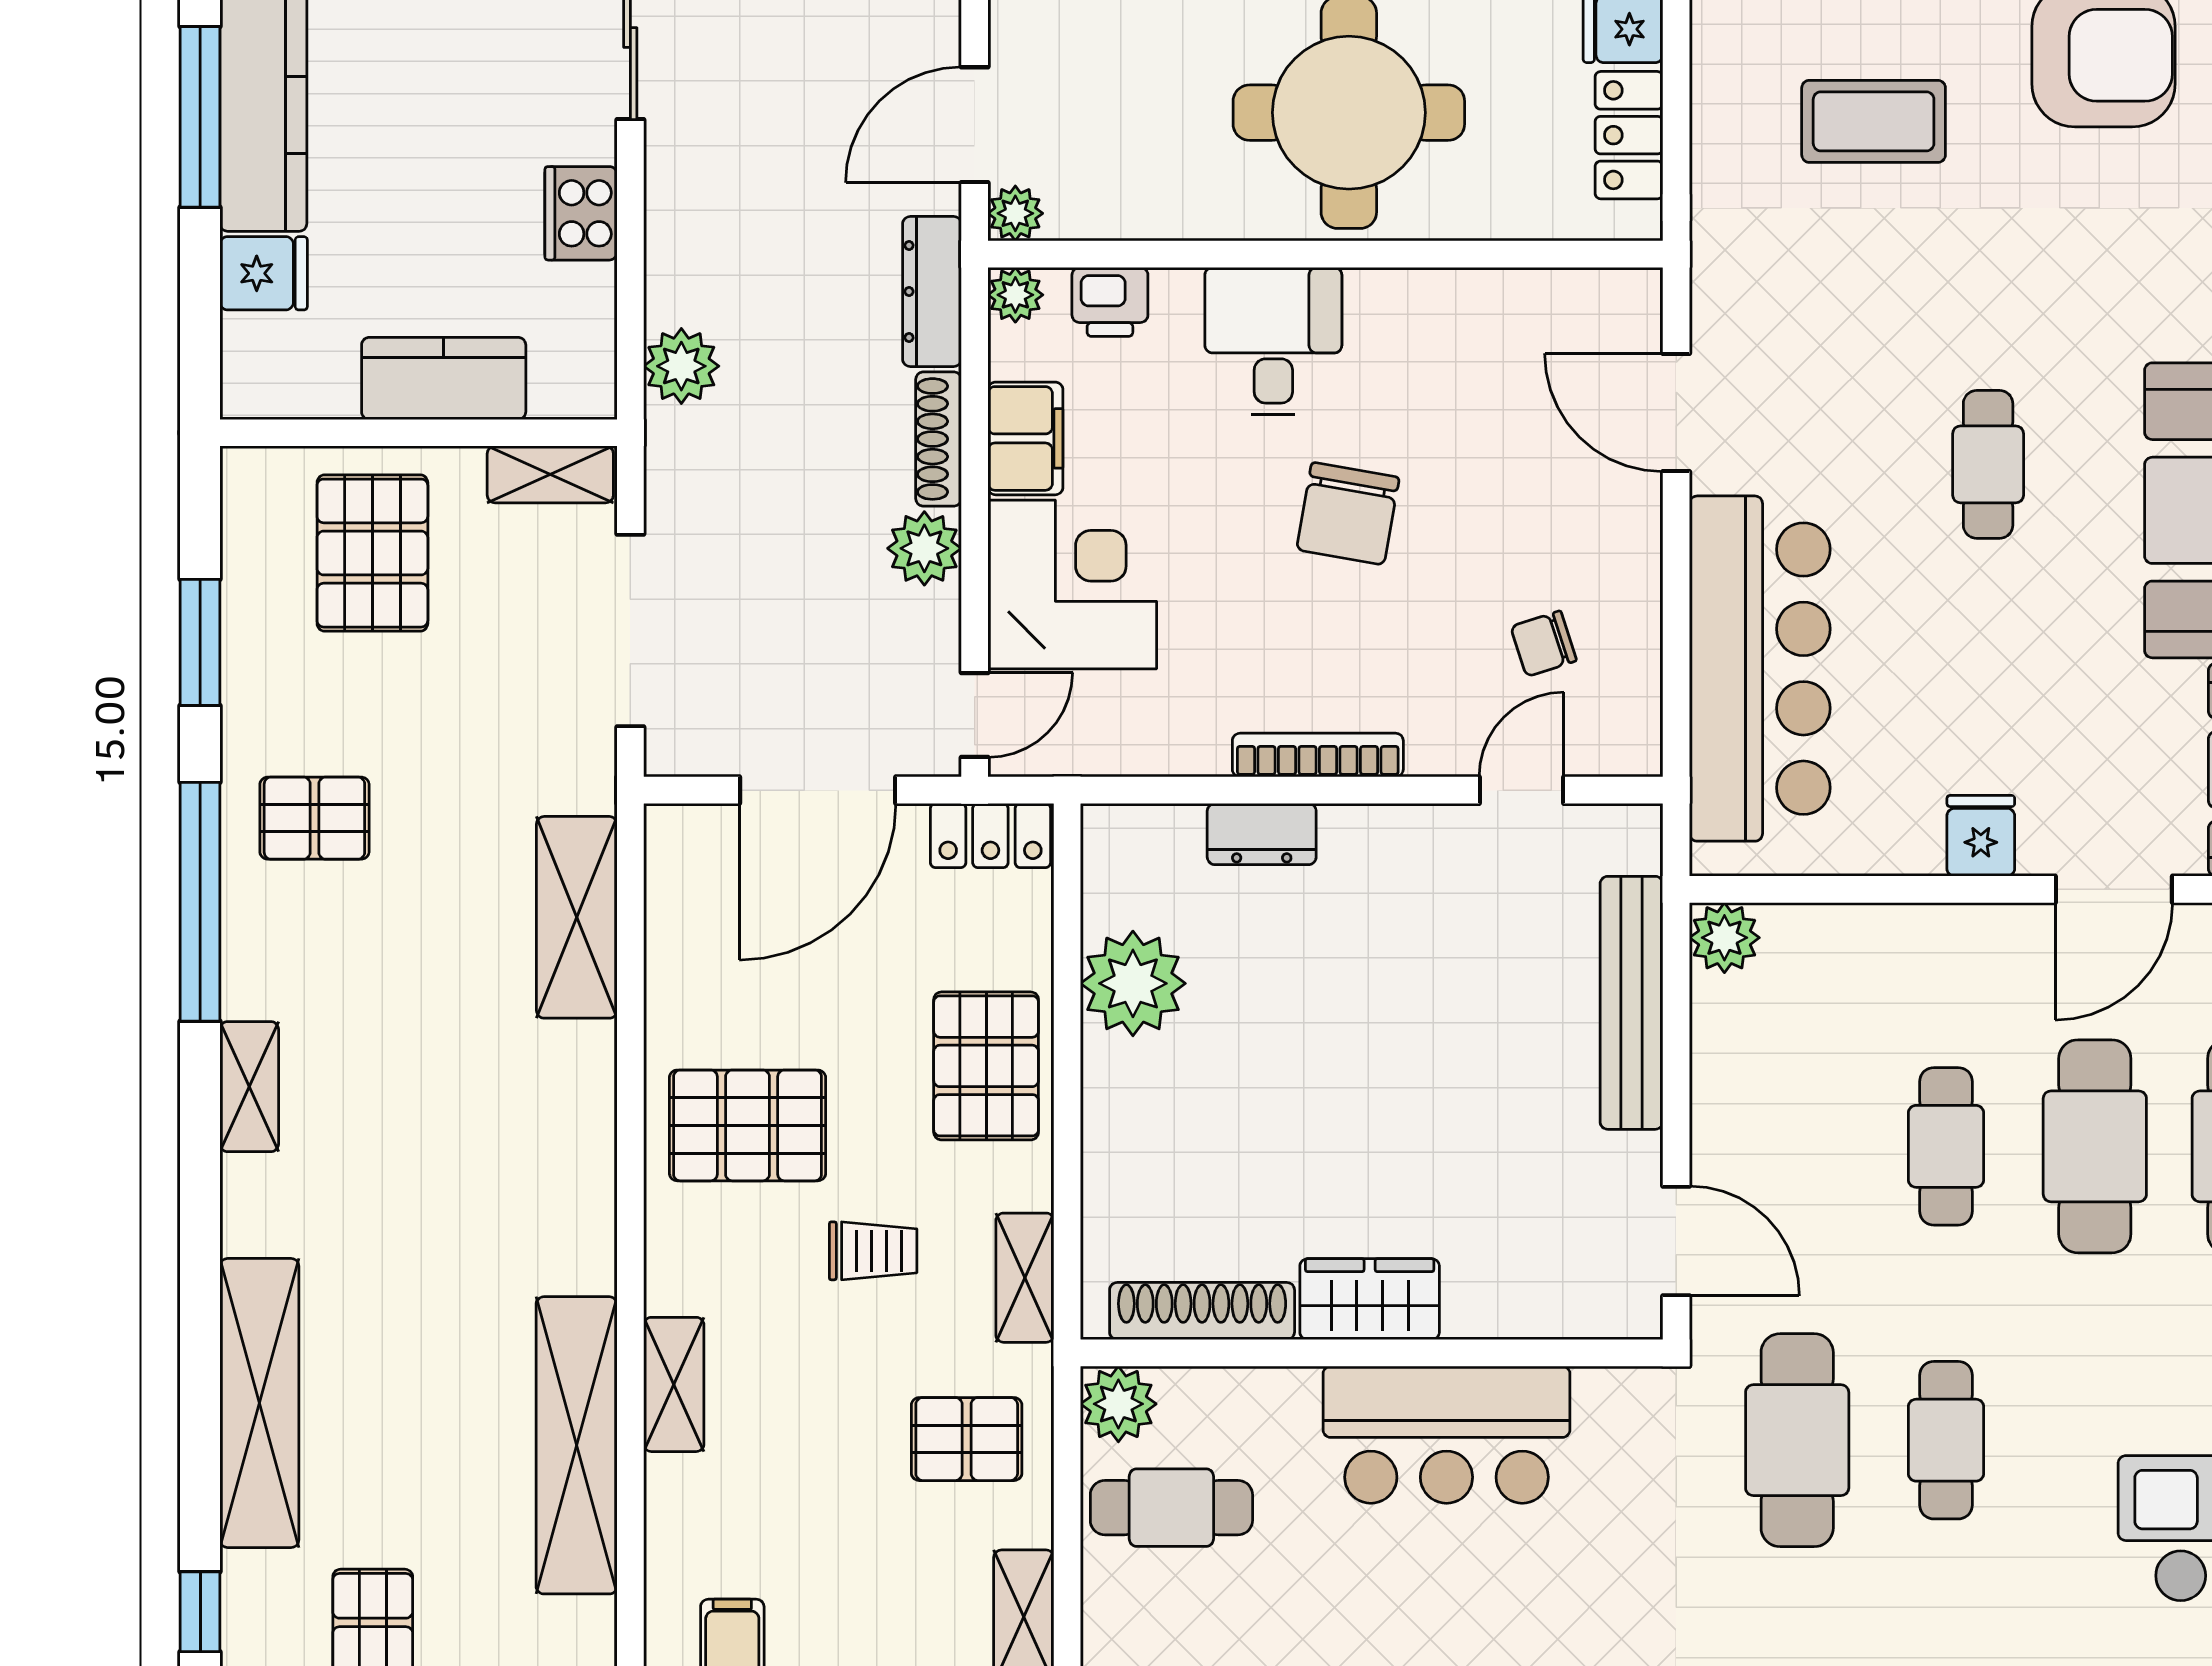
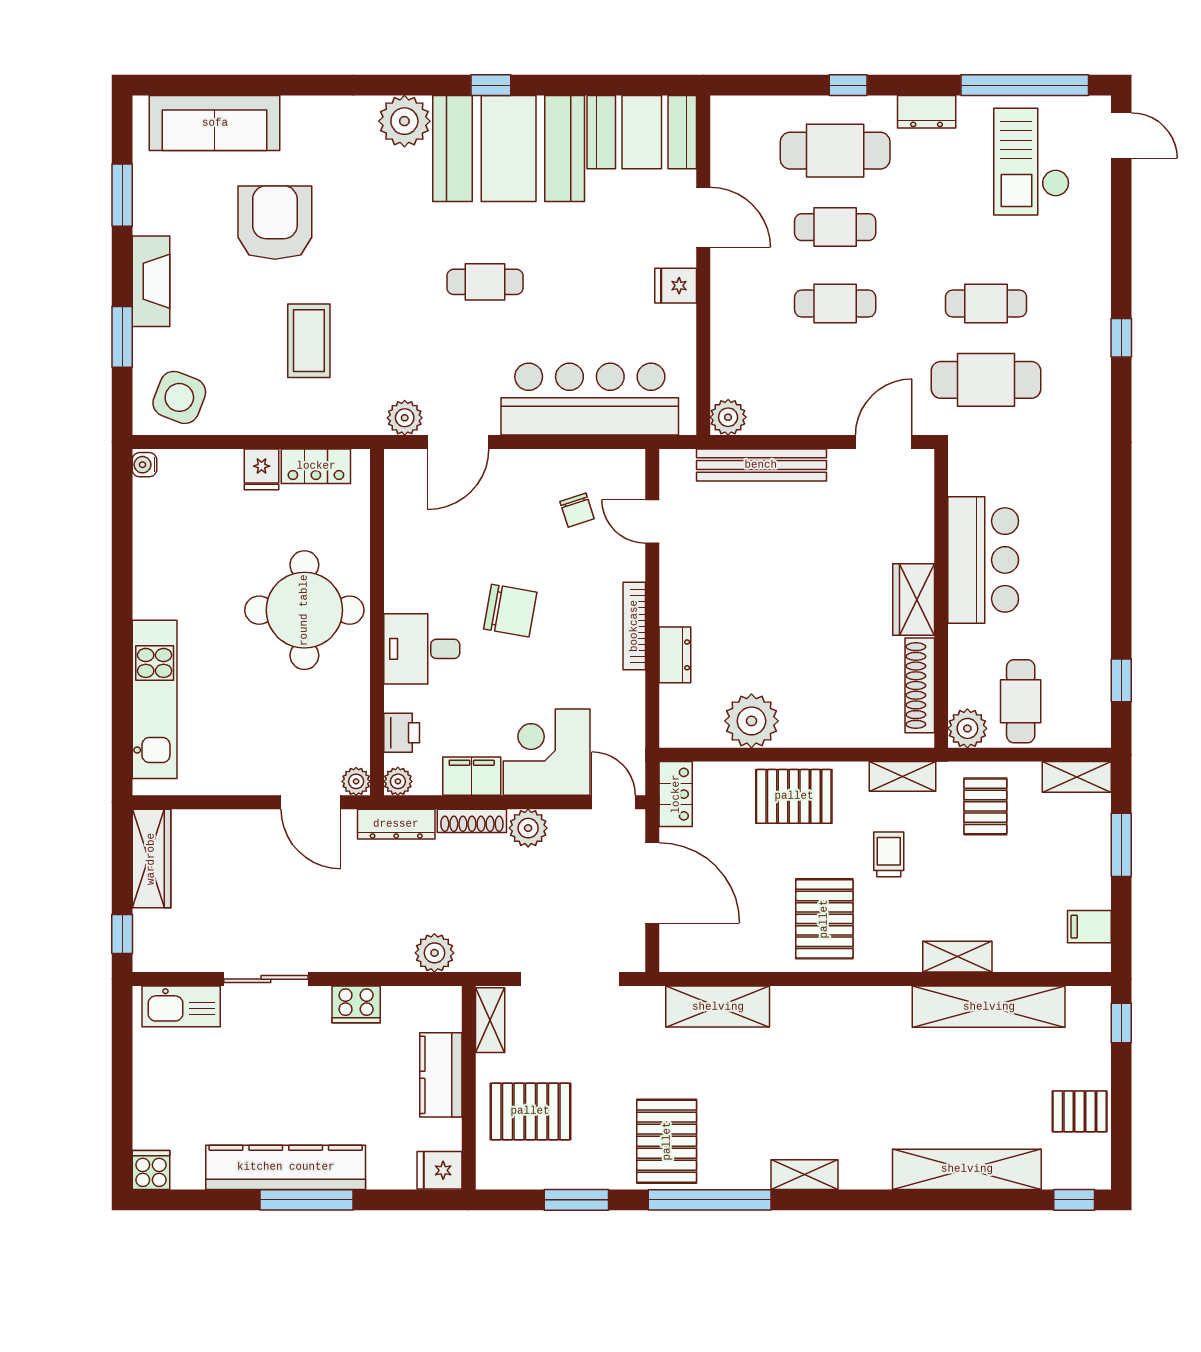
fridge: (264, 273) -> (439, 1170), moved, turned -90
plant: (1723, 308) -> (405, 418), added
pallet: (314, 818) -> (667, 1141), width x1.50, depth x1.42
cafe table: (2095, 1146) -> (835, 227), width x0.73, depth x0.74

